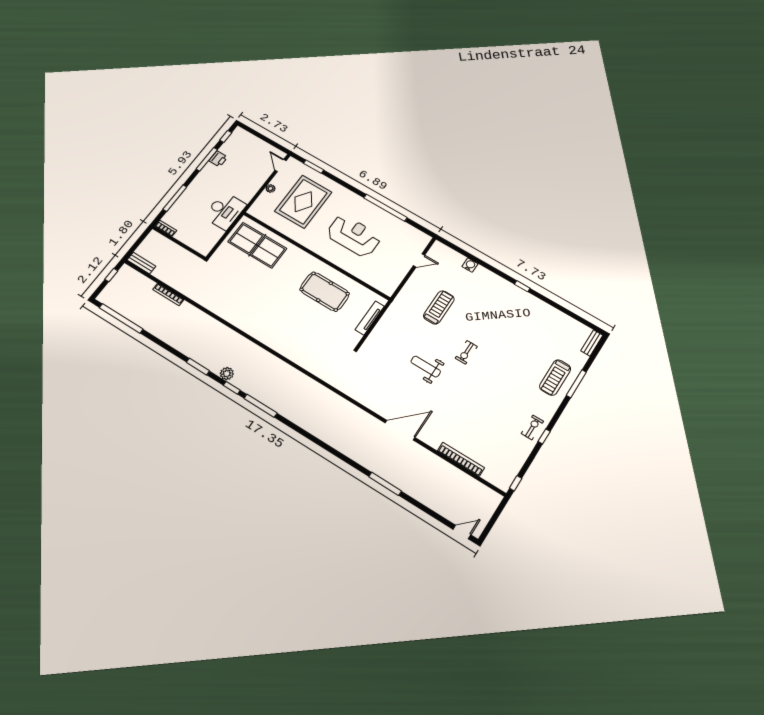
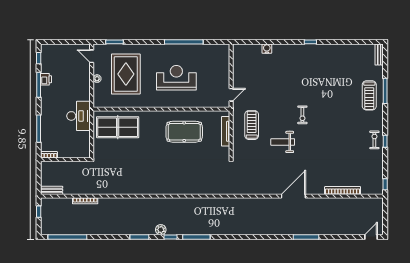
door: (419, 260) -> (231, 95), moved
treadmill: (439, 307) -> (252, 125), moved

